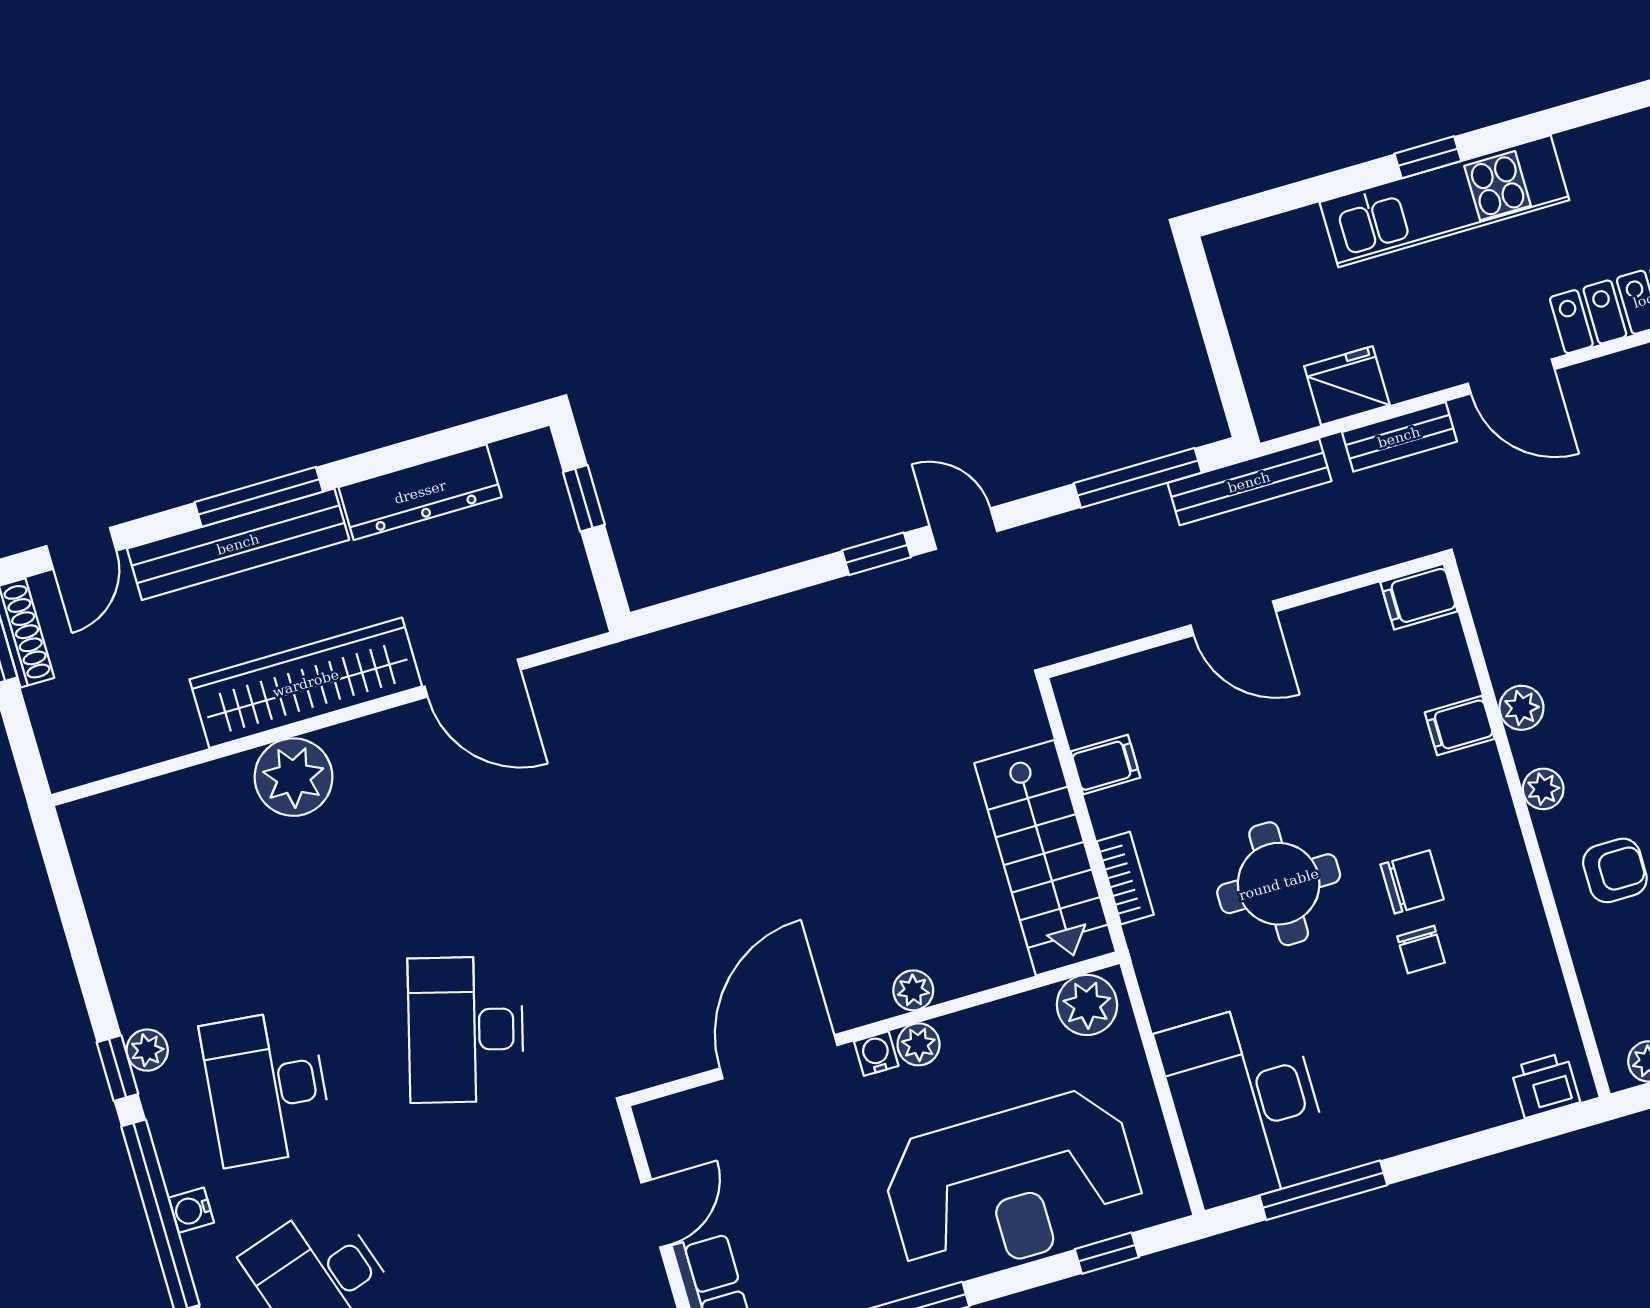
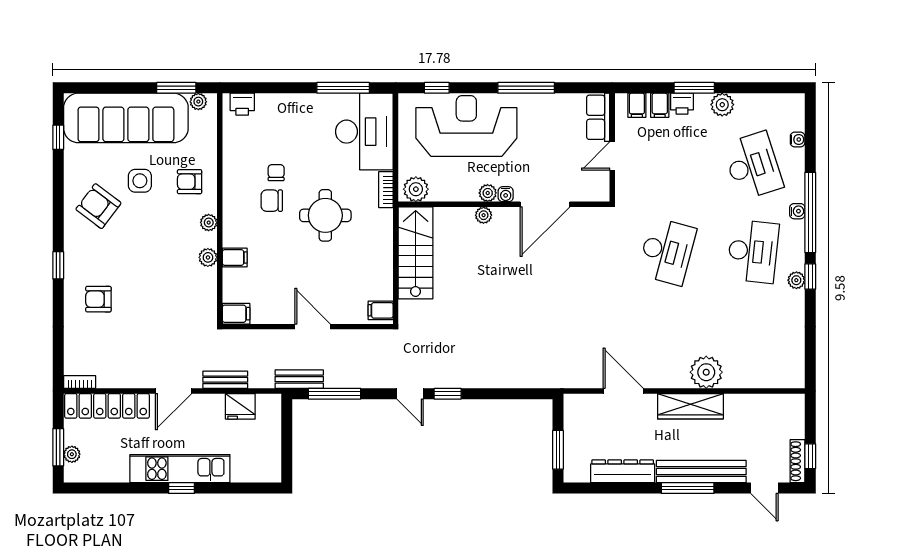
door: (1511, 376) -> (174, 391), swing flipped
bench: (1249, 482) -> (299, 379), width x0.73
window: (584, 498) -> (558, 450), width x1.50
door: (81, 548) -> (764, 488), swing flipped
wardrobe: (306, 683) -> (690, 406), width x0.71, depth x0.85
filing cabinet: (1106, 765) -> (381, 310), moved
bookcase: (1125, 878) -> (386, 190), moved

